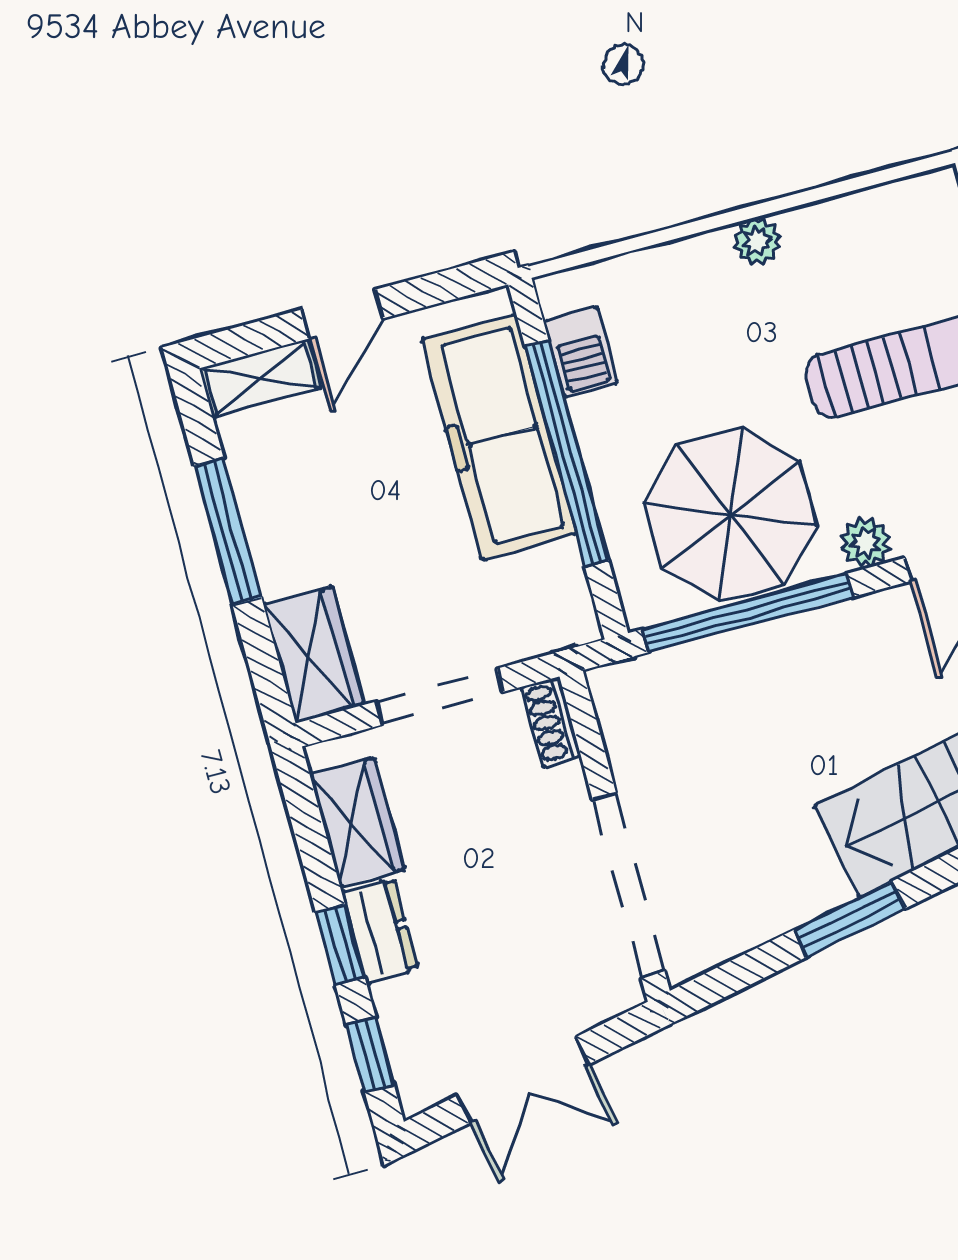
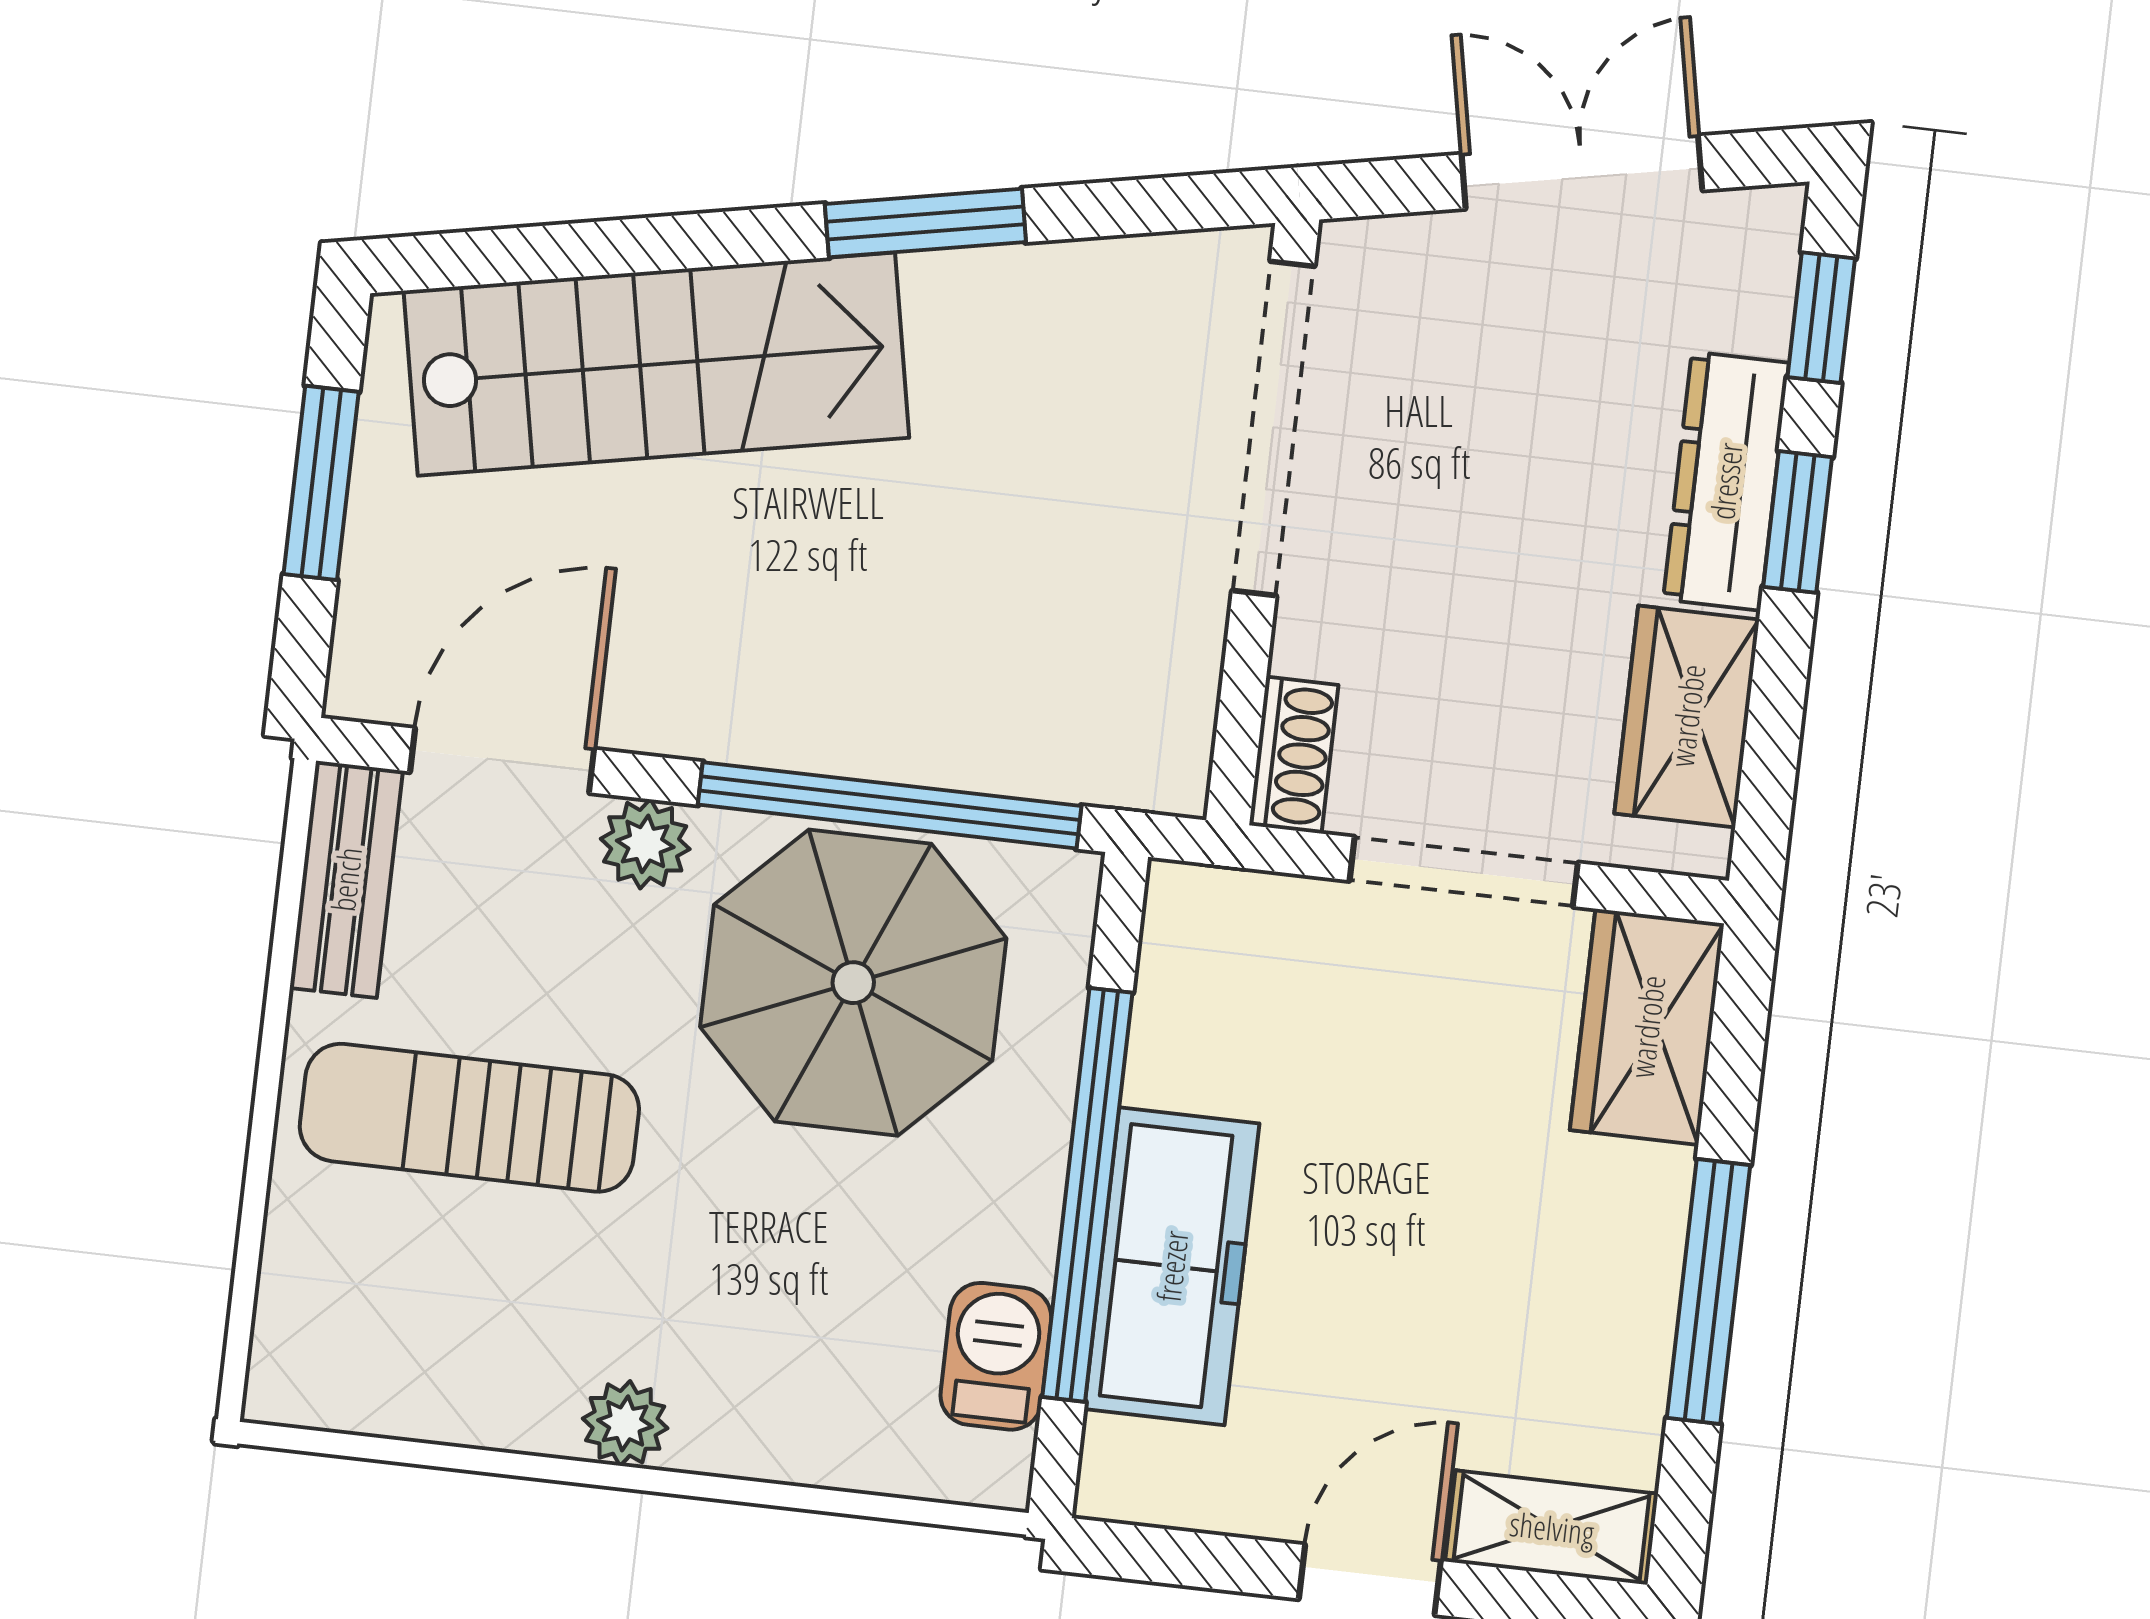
freezer: (499, 437) -> (1172, 1266), width x0.73, depth x0.79
dresser: (380, 931) -> (1726, 481), width x1.44

